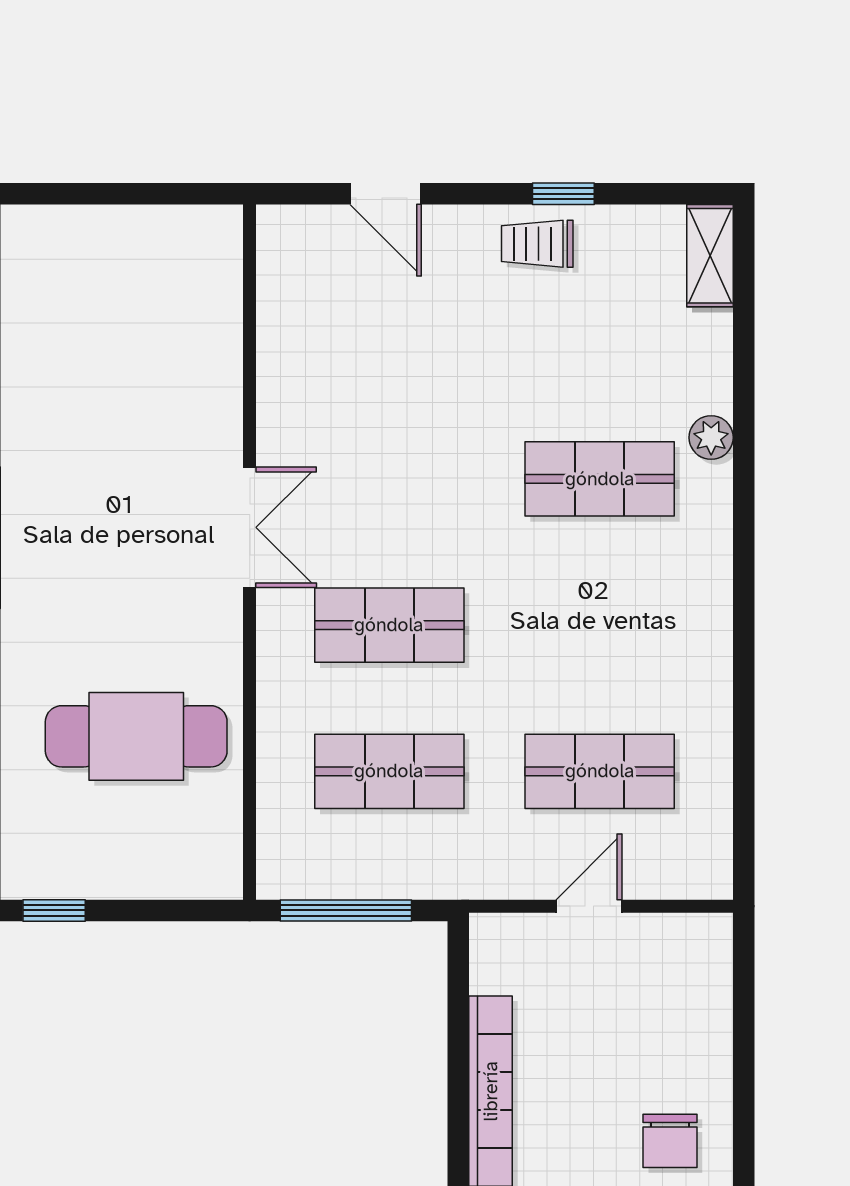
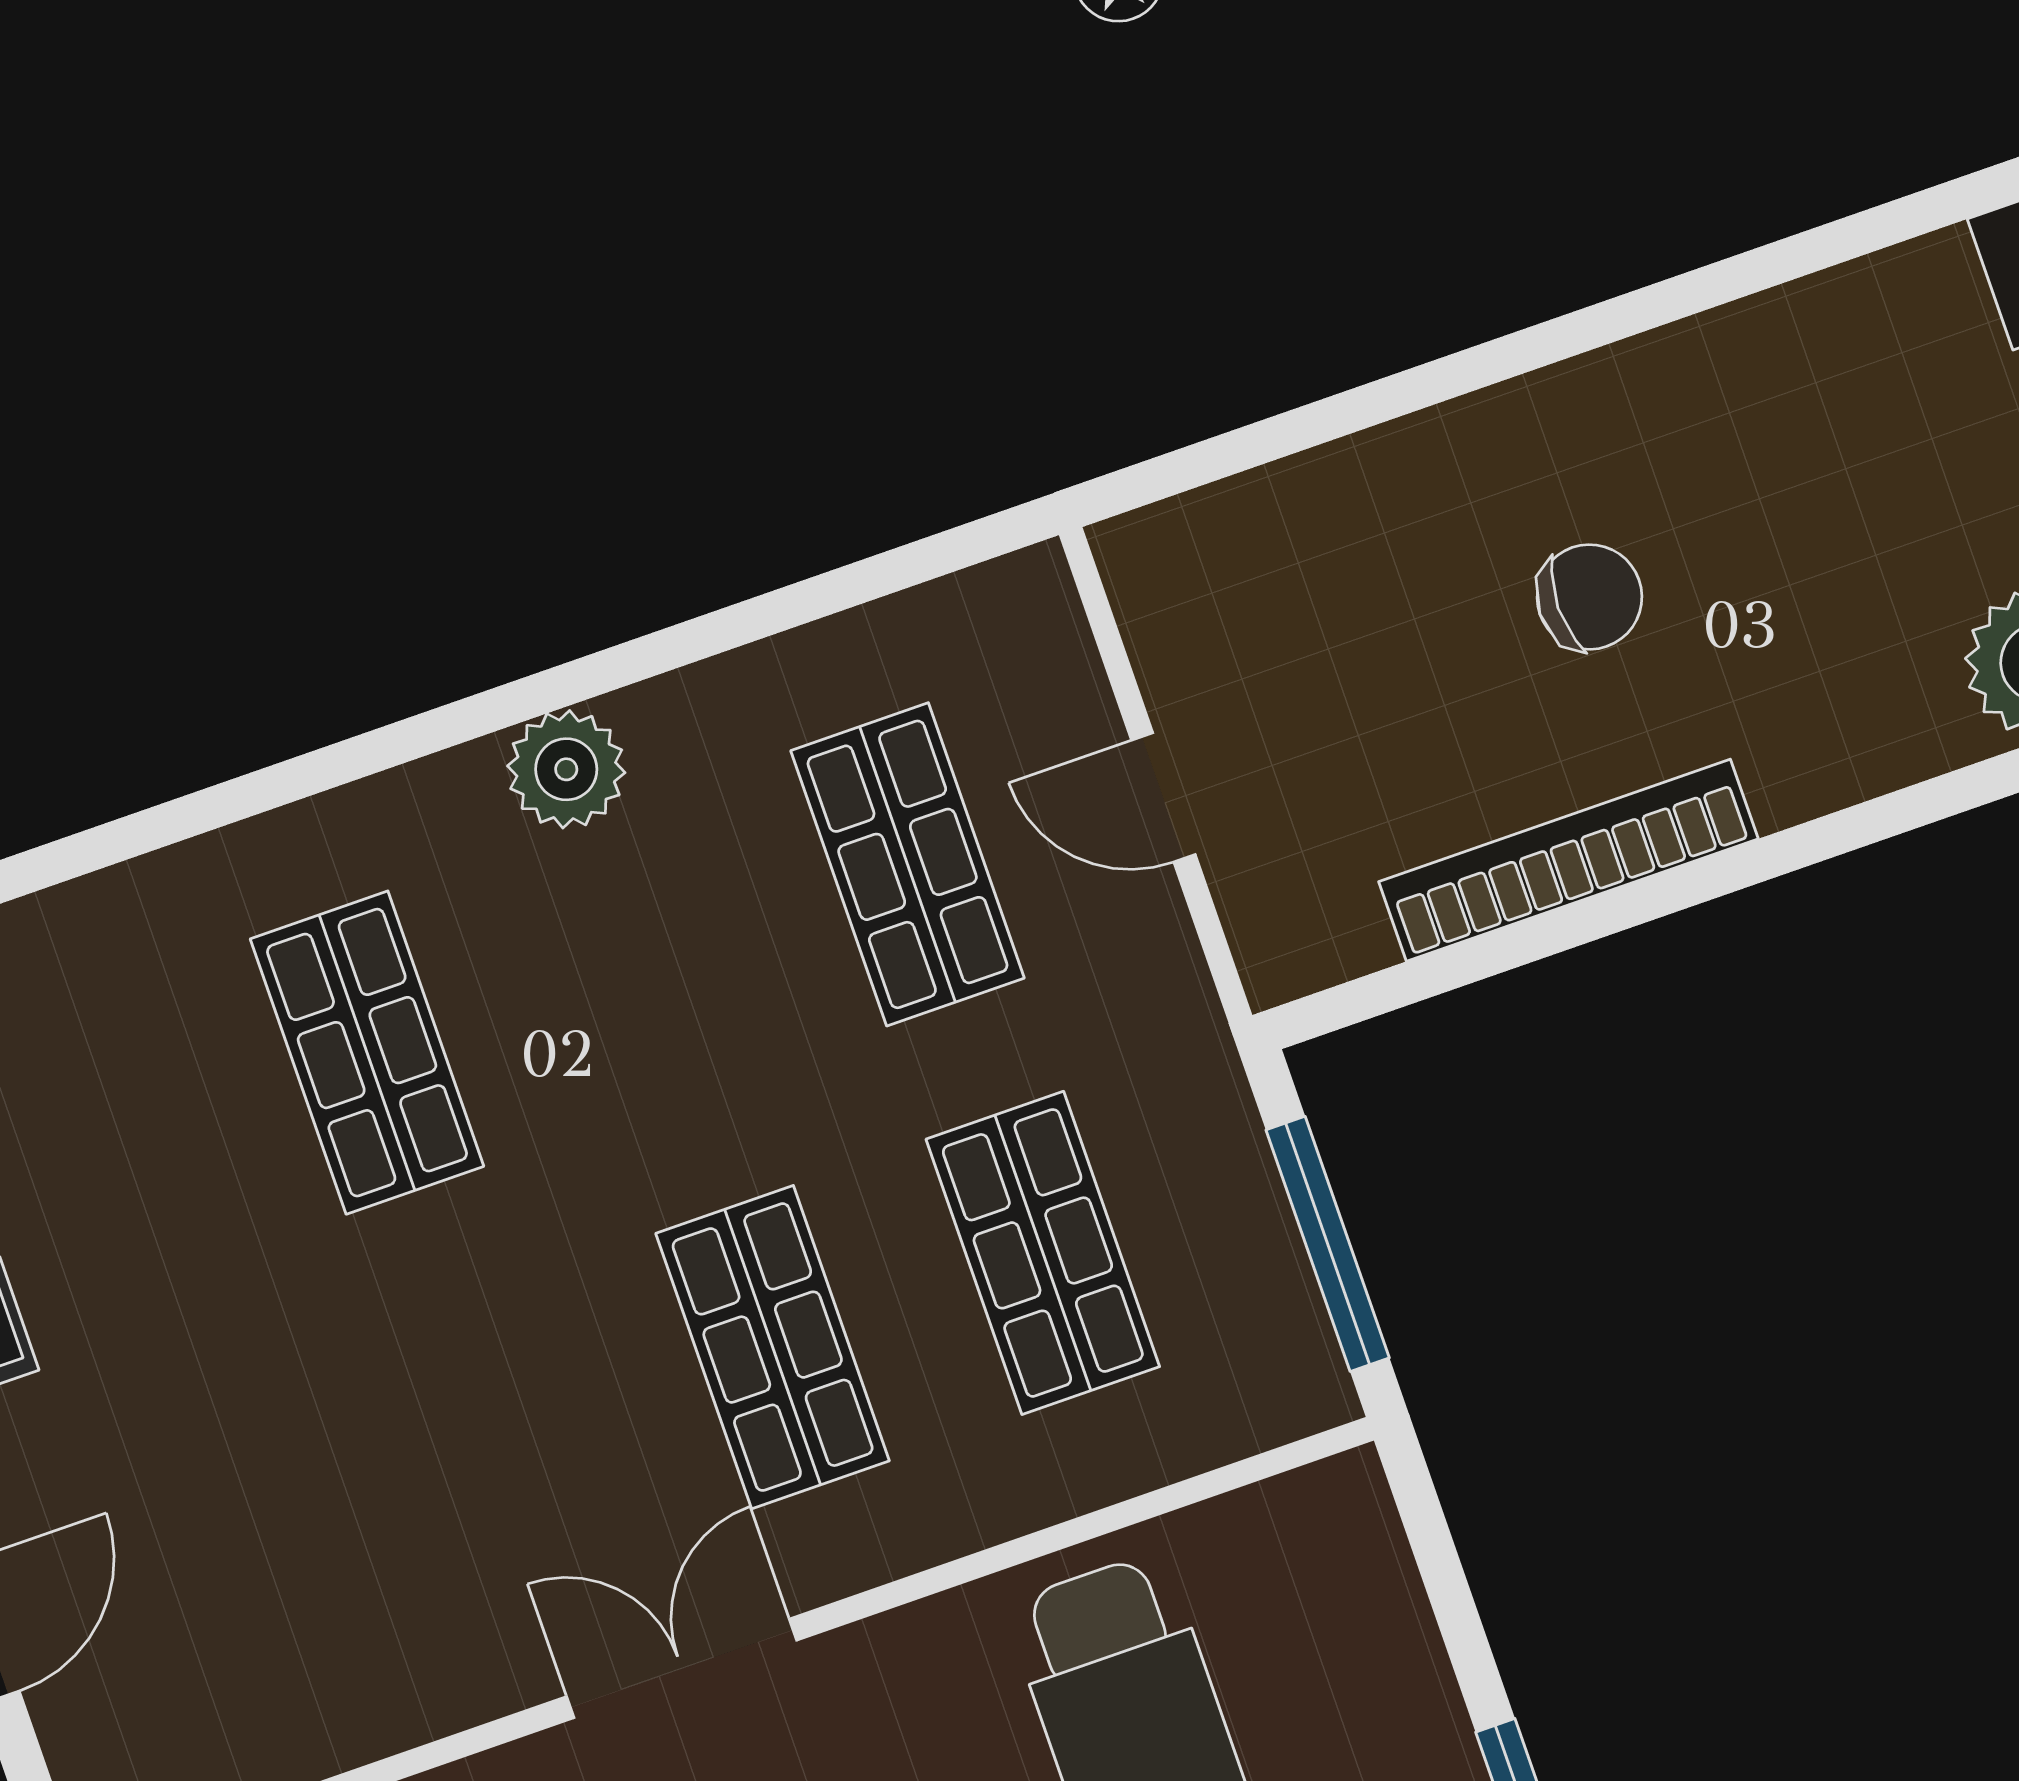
plant: (711, 438) -> (566, 769), moved, width x1.38, depth x1.38
chair: (670, 1141) -> (1589, 597), moved

